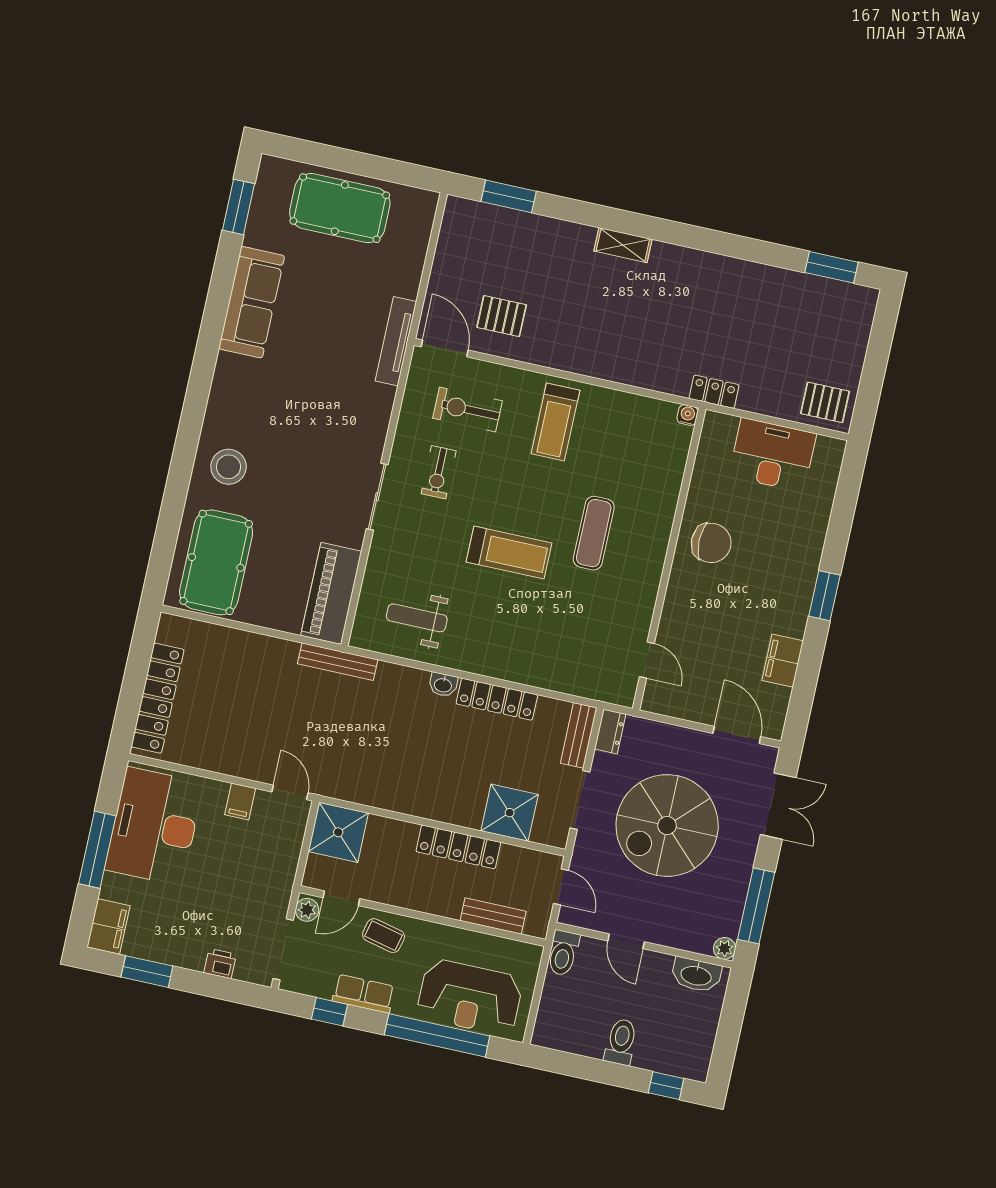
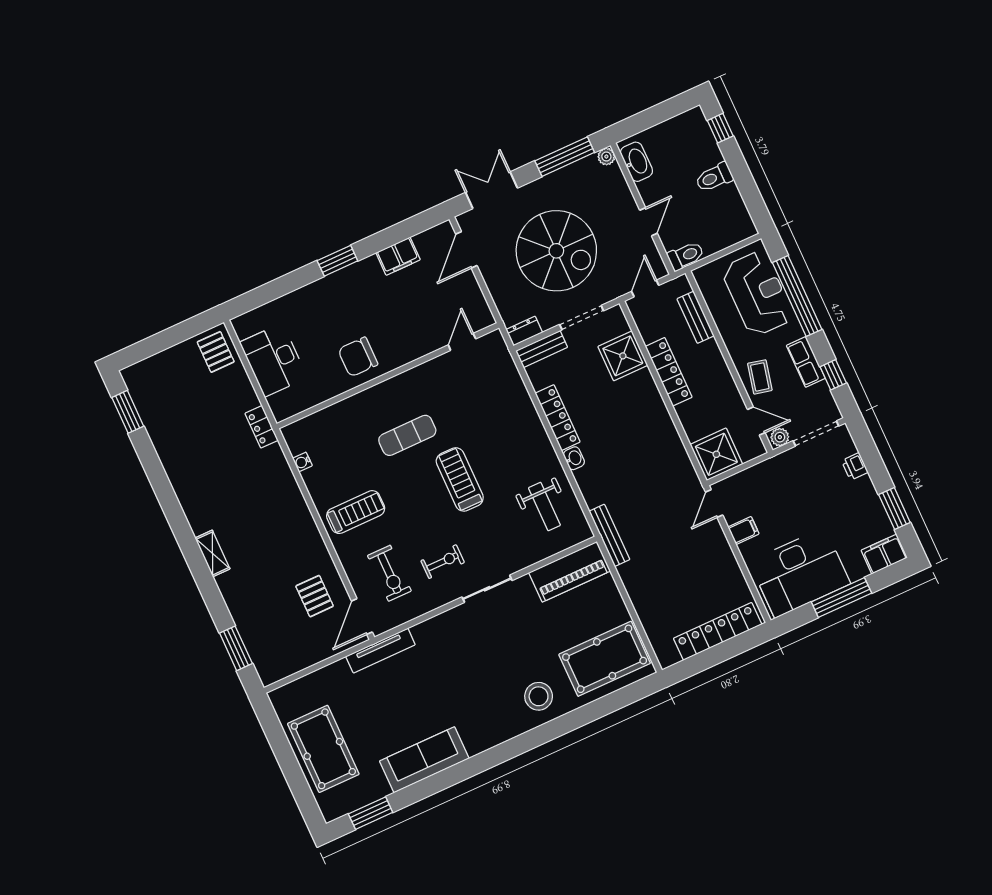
water cooler: (687, 415) -> (302, 462), moved
chair: (711, 543) -> (358, 357), turned -90

